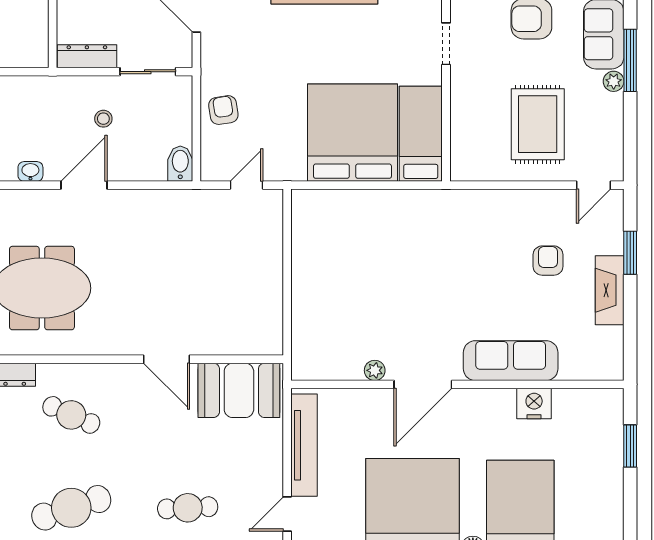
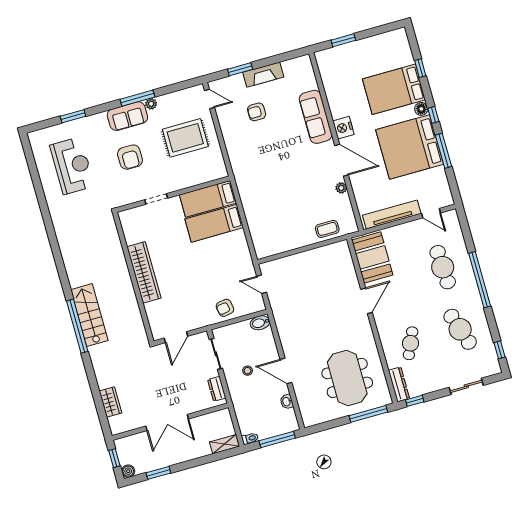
dresser: (87, 56) -> (217, 389), width x0.70
bed: (352, 133) -> (214, 223), width x0.49
coffee table: (310, 326) -> (327, 229), added
nightstand: (534, 404) -> (343, 128), moved
cafe table: (188, 508) -> (443, 267), width x1.37, depth x1.35

